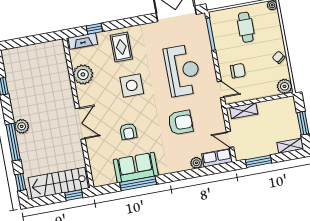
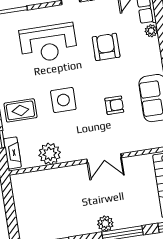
reception desk: (183, 70) -> (48, 43), turned 180
double door: (80, 124) -> (104, 158), swing flipped

